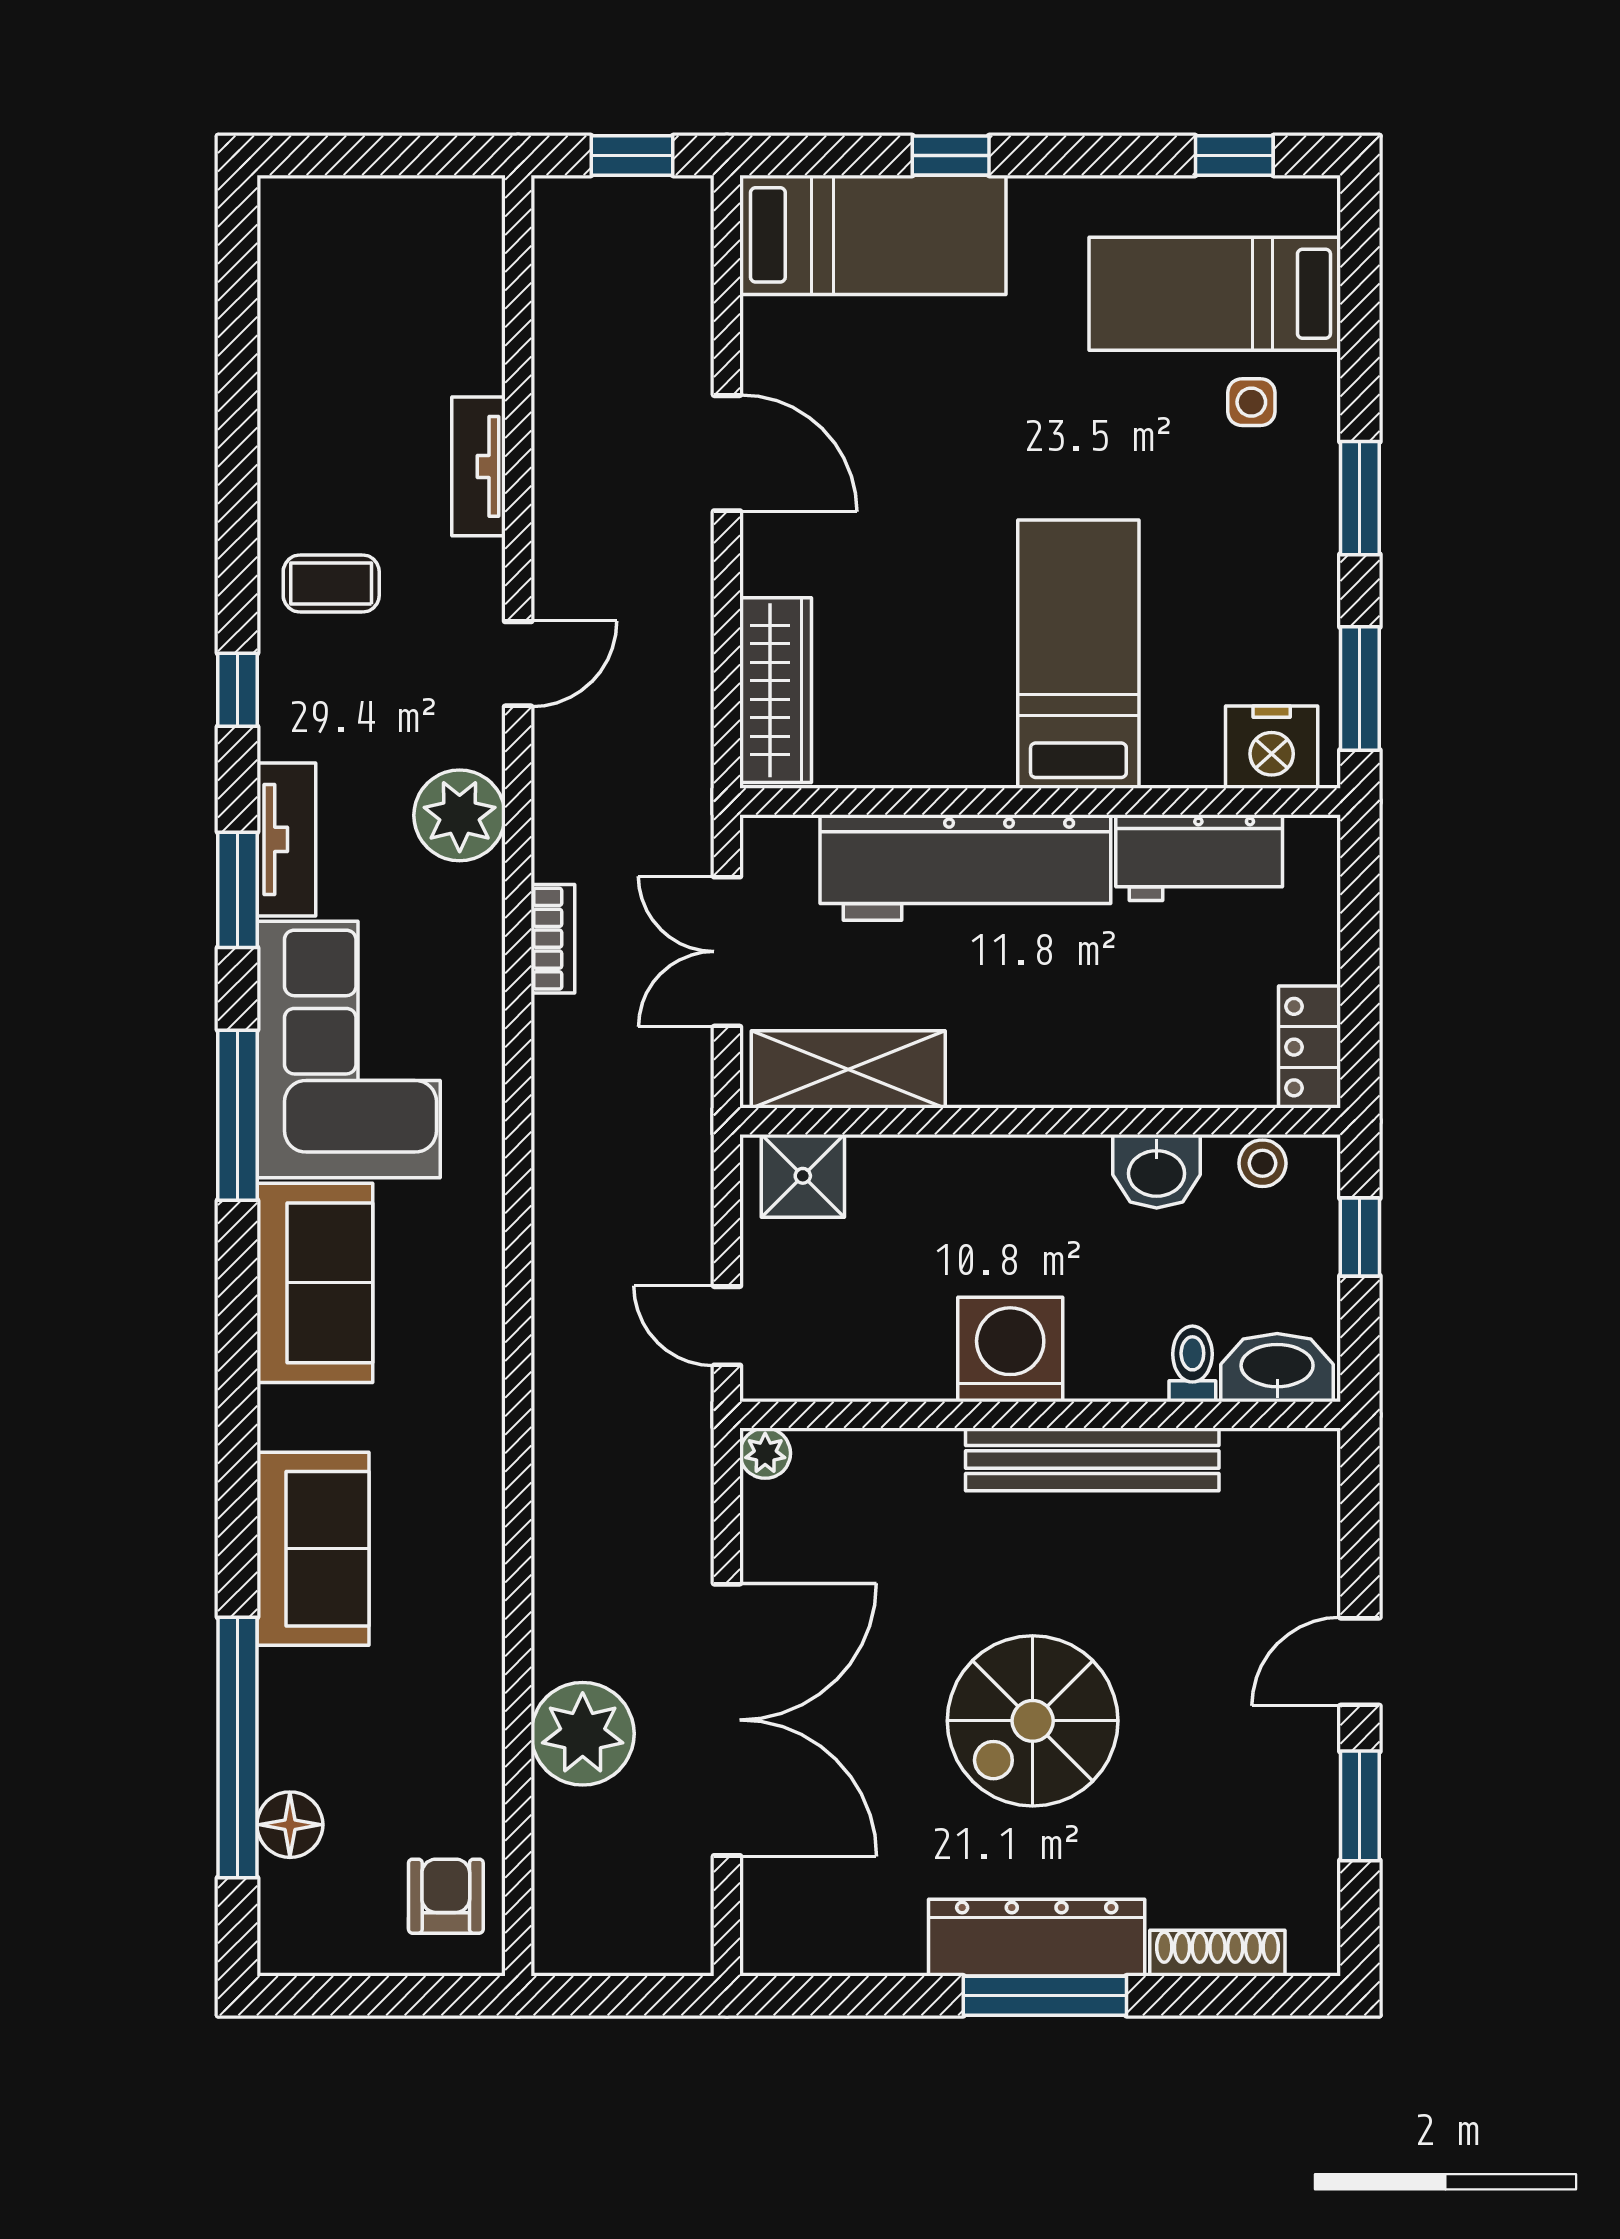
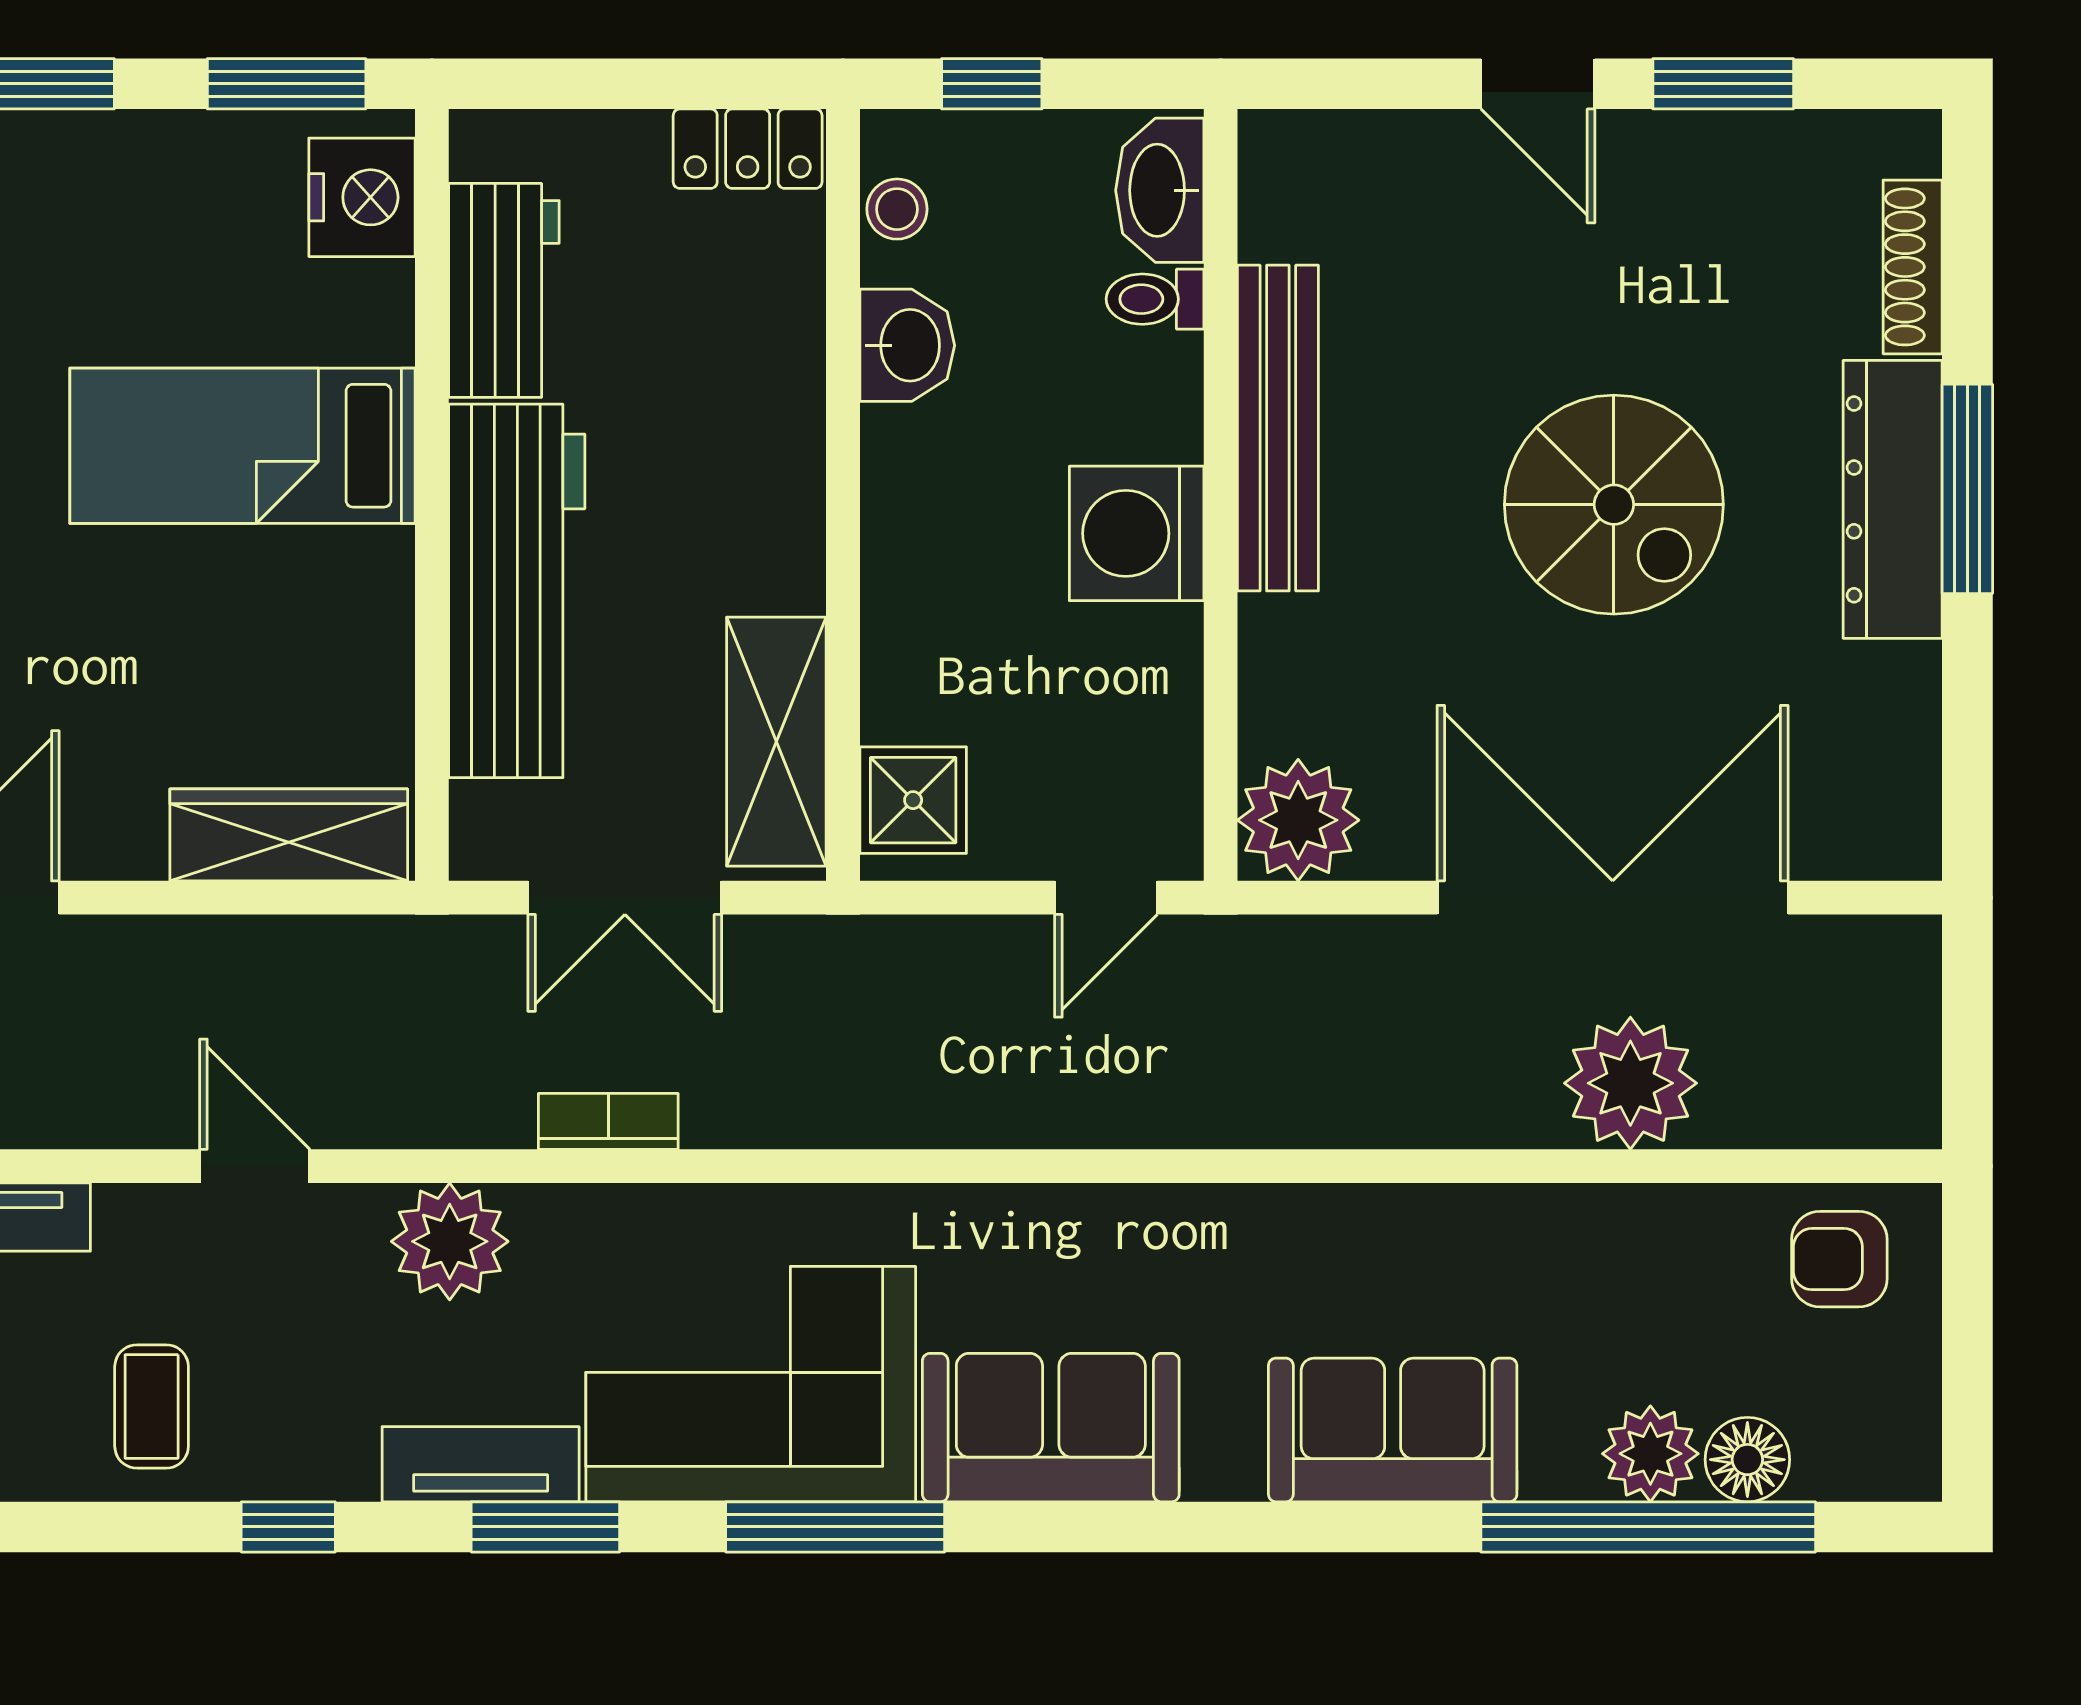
plant: (765, 1453) -> (1298, 820), width x1.88, depth x1.88
plant: (294, 1749) -> (1650, 1454), added

